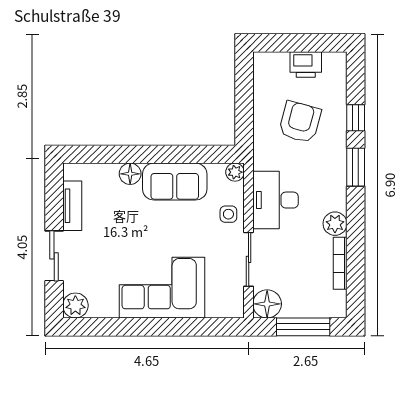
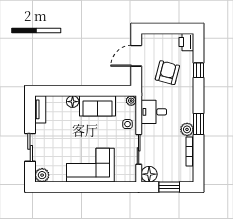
printer: (306, 65) -> (186, 42), moved, turned 90
door: (244, 92) -> (136, 56), added
window: (356, 167) -> (198, 124), moved
desk: (276, 200) -> (154, 112), width x0.73
tv unit: (72, 206) -> (40, 109), moved
window: (303, 327) -> (169, 187), width x0.69

